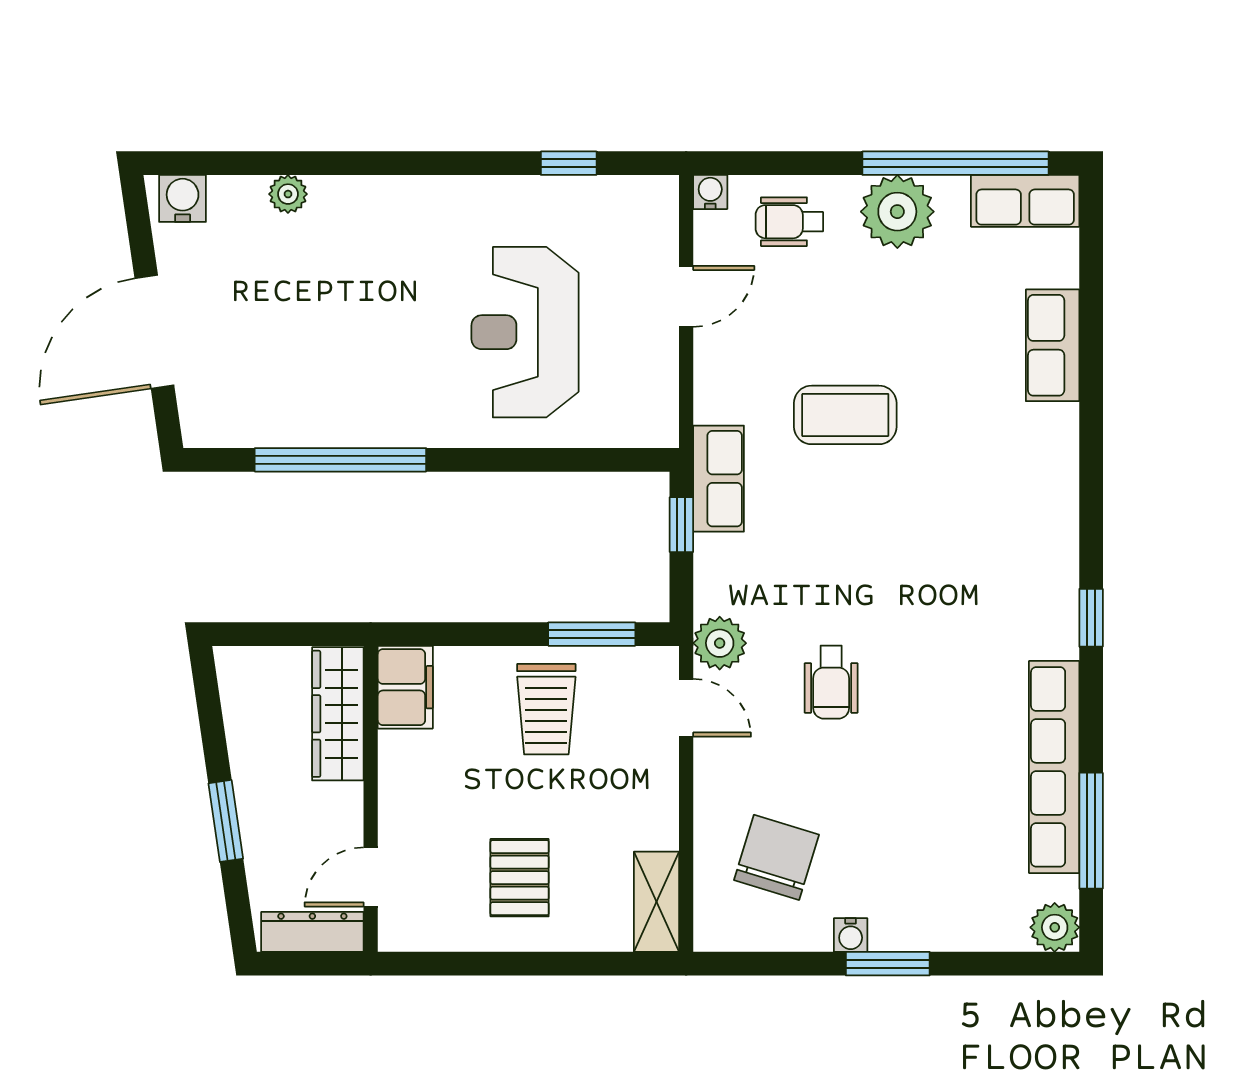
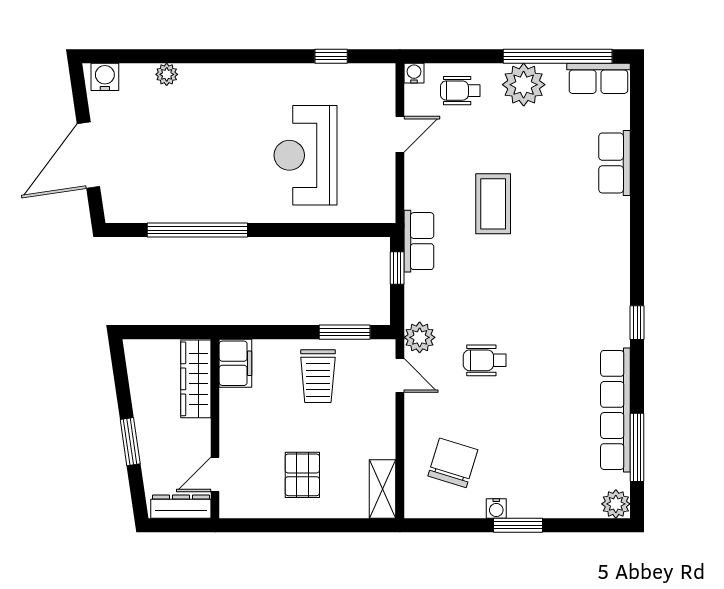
coffee table: (845, 415) -> (493, 204), turned 90
wheelchair: (831, 682) -> (485, 360), turned 90

